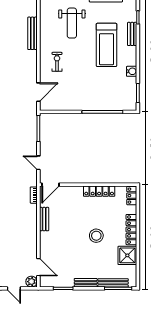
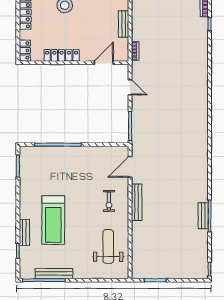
weight bench: (72, 23) -> (108, 246), moved
bench: (32, 33) -> (137, 202), moved
treadmill: (107, 45) -> (53, 220), turned 180
water cooler: (132, 71) -> (25, 190), removed
door: (50, 185) -> (104, 63), moved

